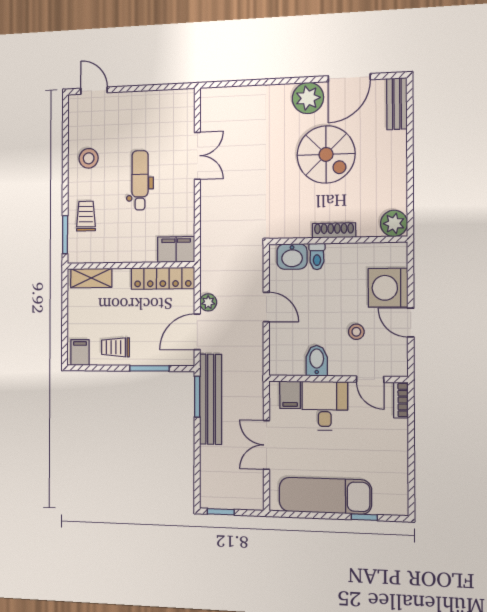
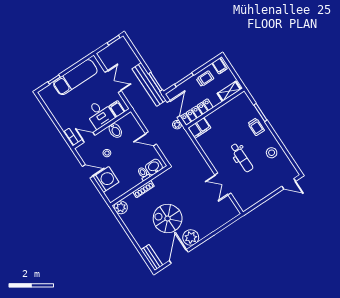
filing cabinet: (176, 249) -> (199, 128), moved
wall: (130, 265) -> (215, 108), moved
shelving: (91, 278) -> (229, 91), moved
locker: (163, 278) -> (197, 112), moved

